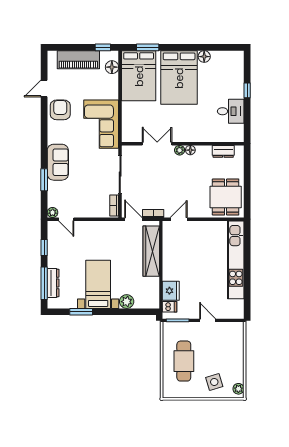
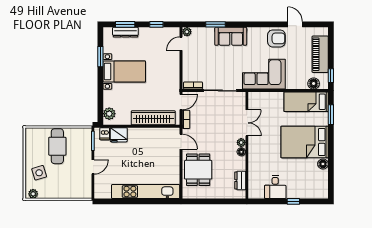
bed: (139, 76) -> (306, 102), width x0.67
dining table: (226, 197) -> (198, 170), moved, turned 90
window: (44, 283) -> (125, 24), width x0.69
plant: (127, 302) -> (109, 114), moved
cafe table: (184, 361) -> (57, 146), turned 90

